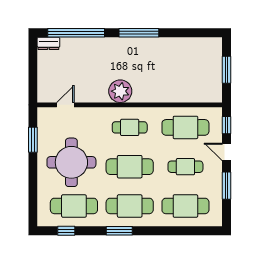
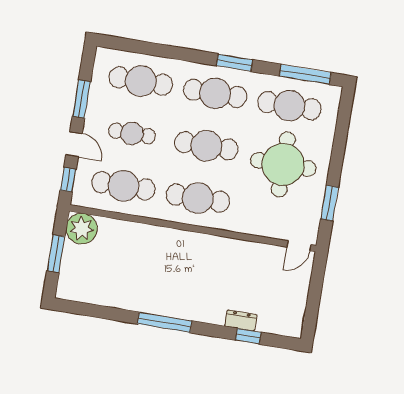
window: (76, 33) -> (248, 336), width x0.32
dresser: (48, 43) -> (241, 320), moved
plant: (120, 91) -> (82, 229), moved
door: (65, 105) -> (299, 246), moved
cafe table: (130, 127) -> (198, 198), width x1.37, depth x1.35
window: (66, 231) -> (305, 74), width x2.17

